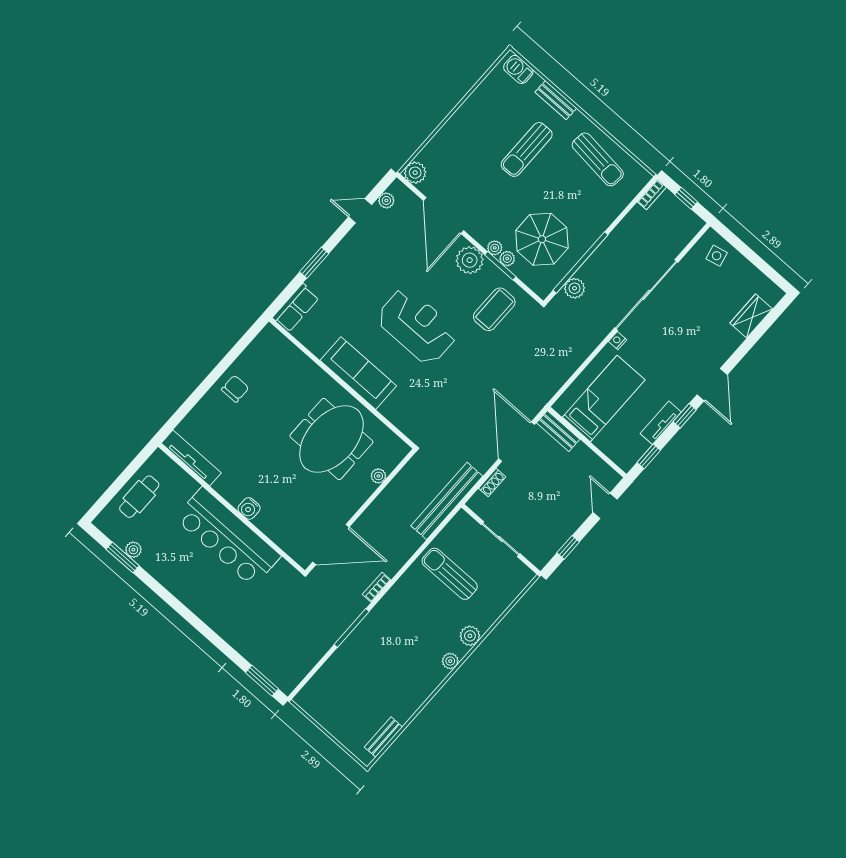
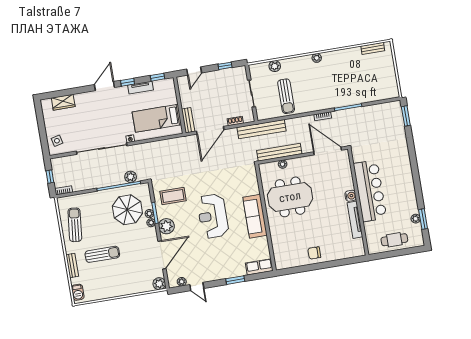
tv unit: (191, 458) -> (355, 220), moved
bench: (397, 489) -> (279, 152), added
plant: (470, 636) -> (275, 66), moved

